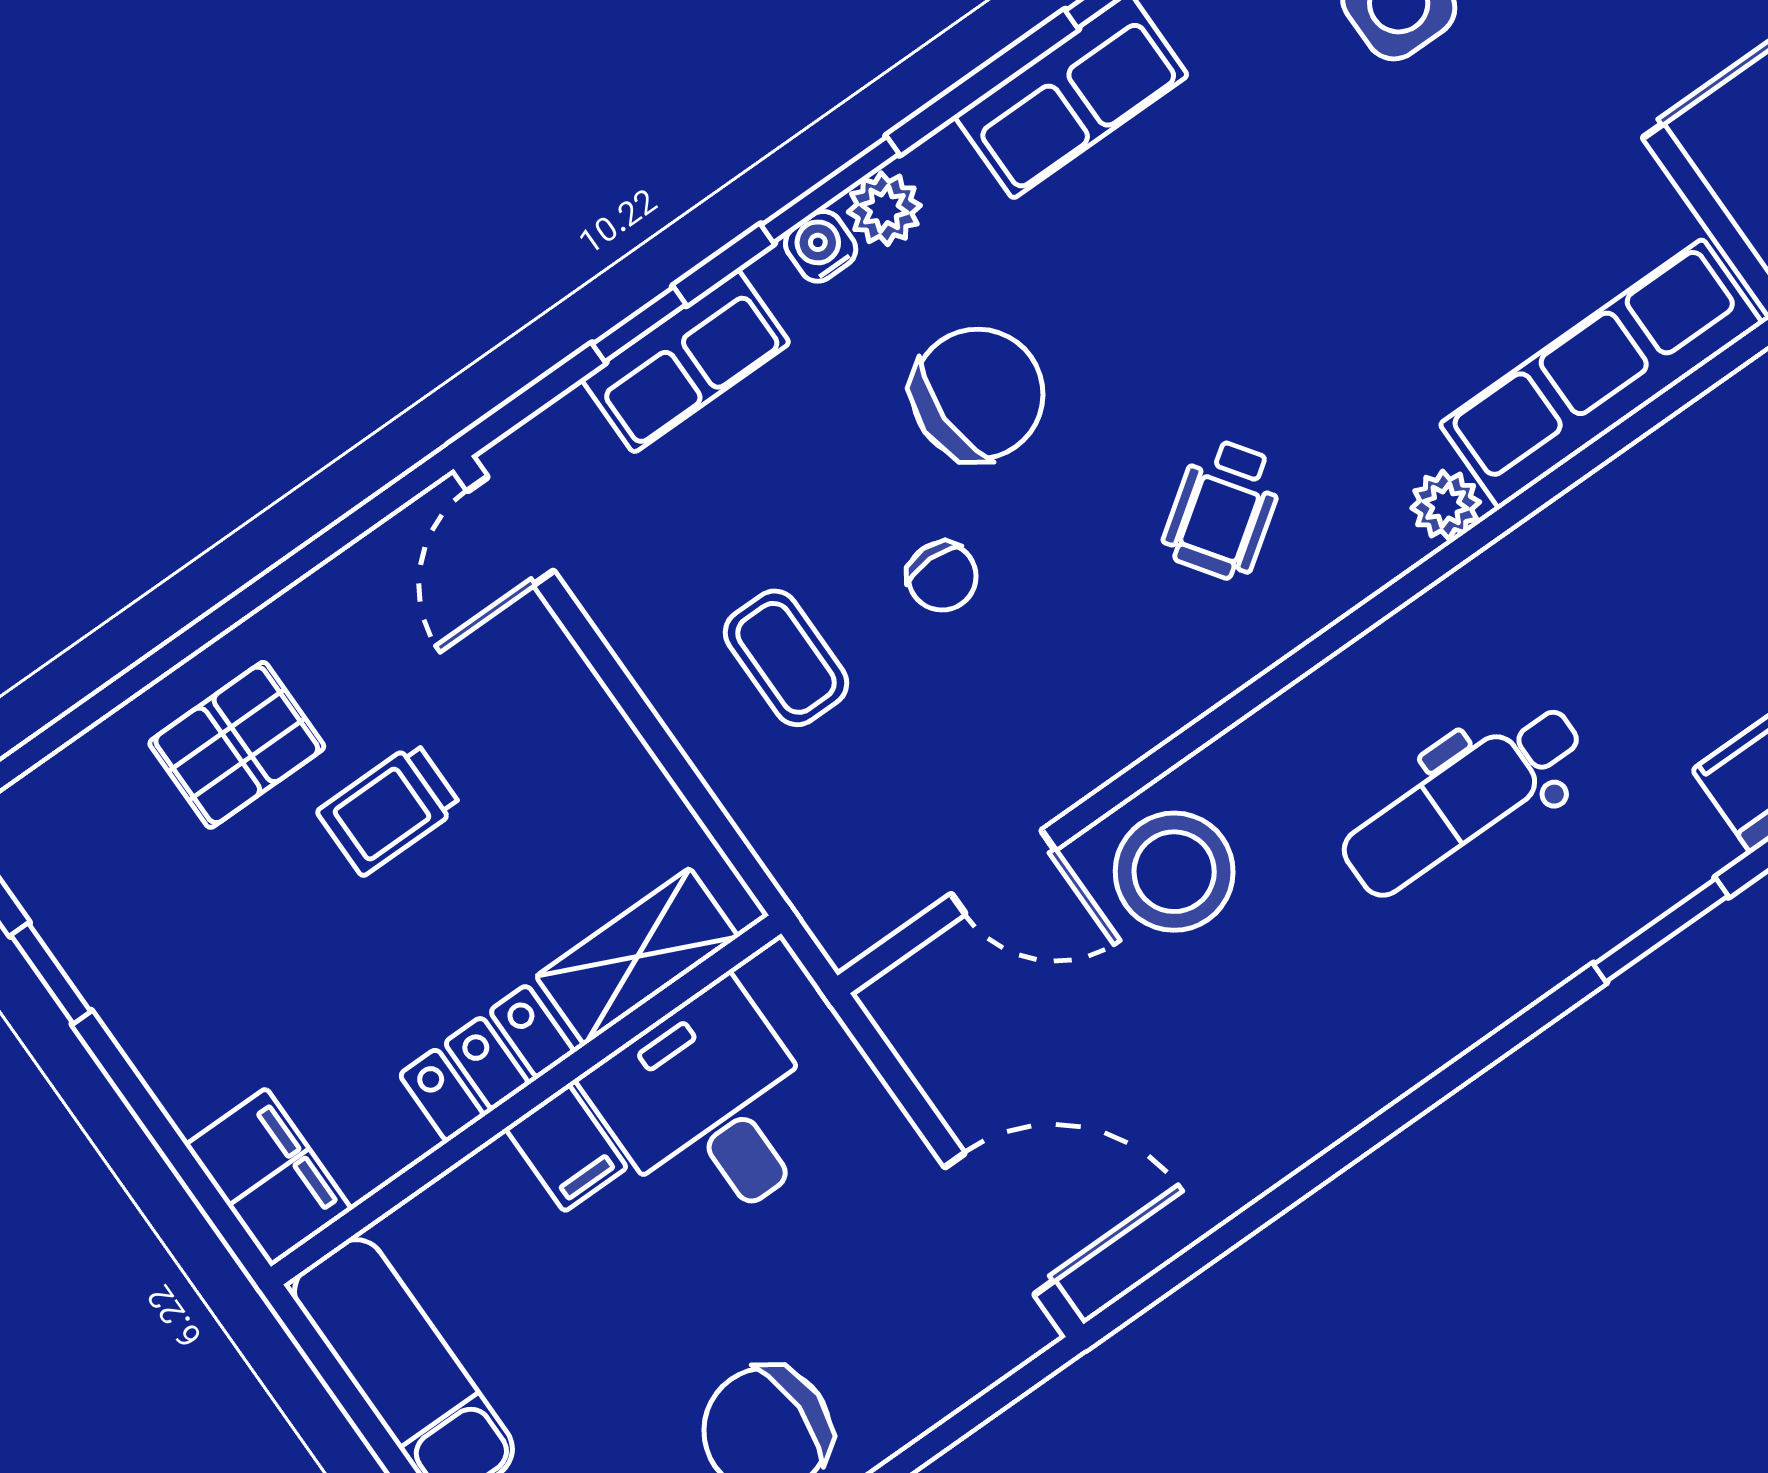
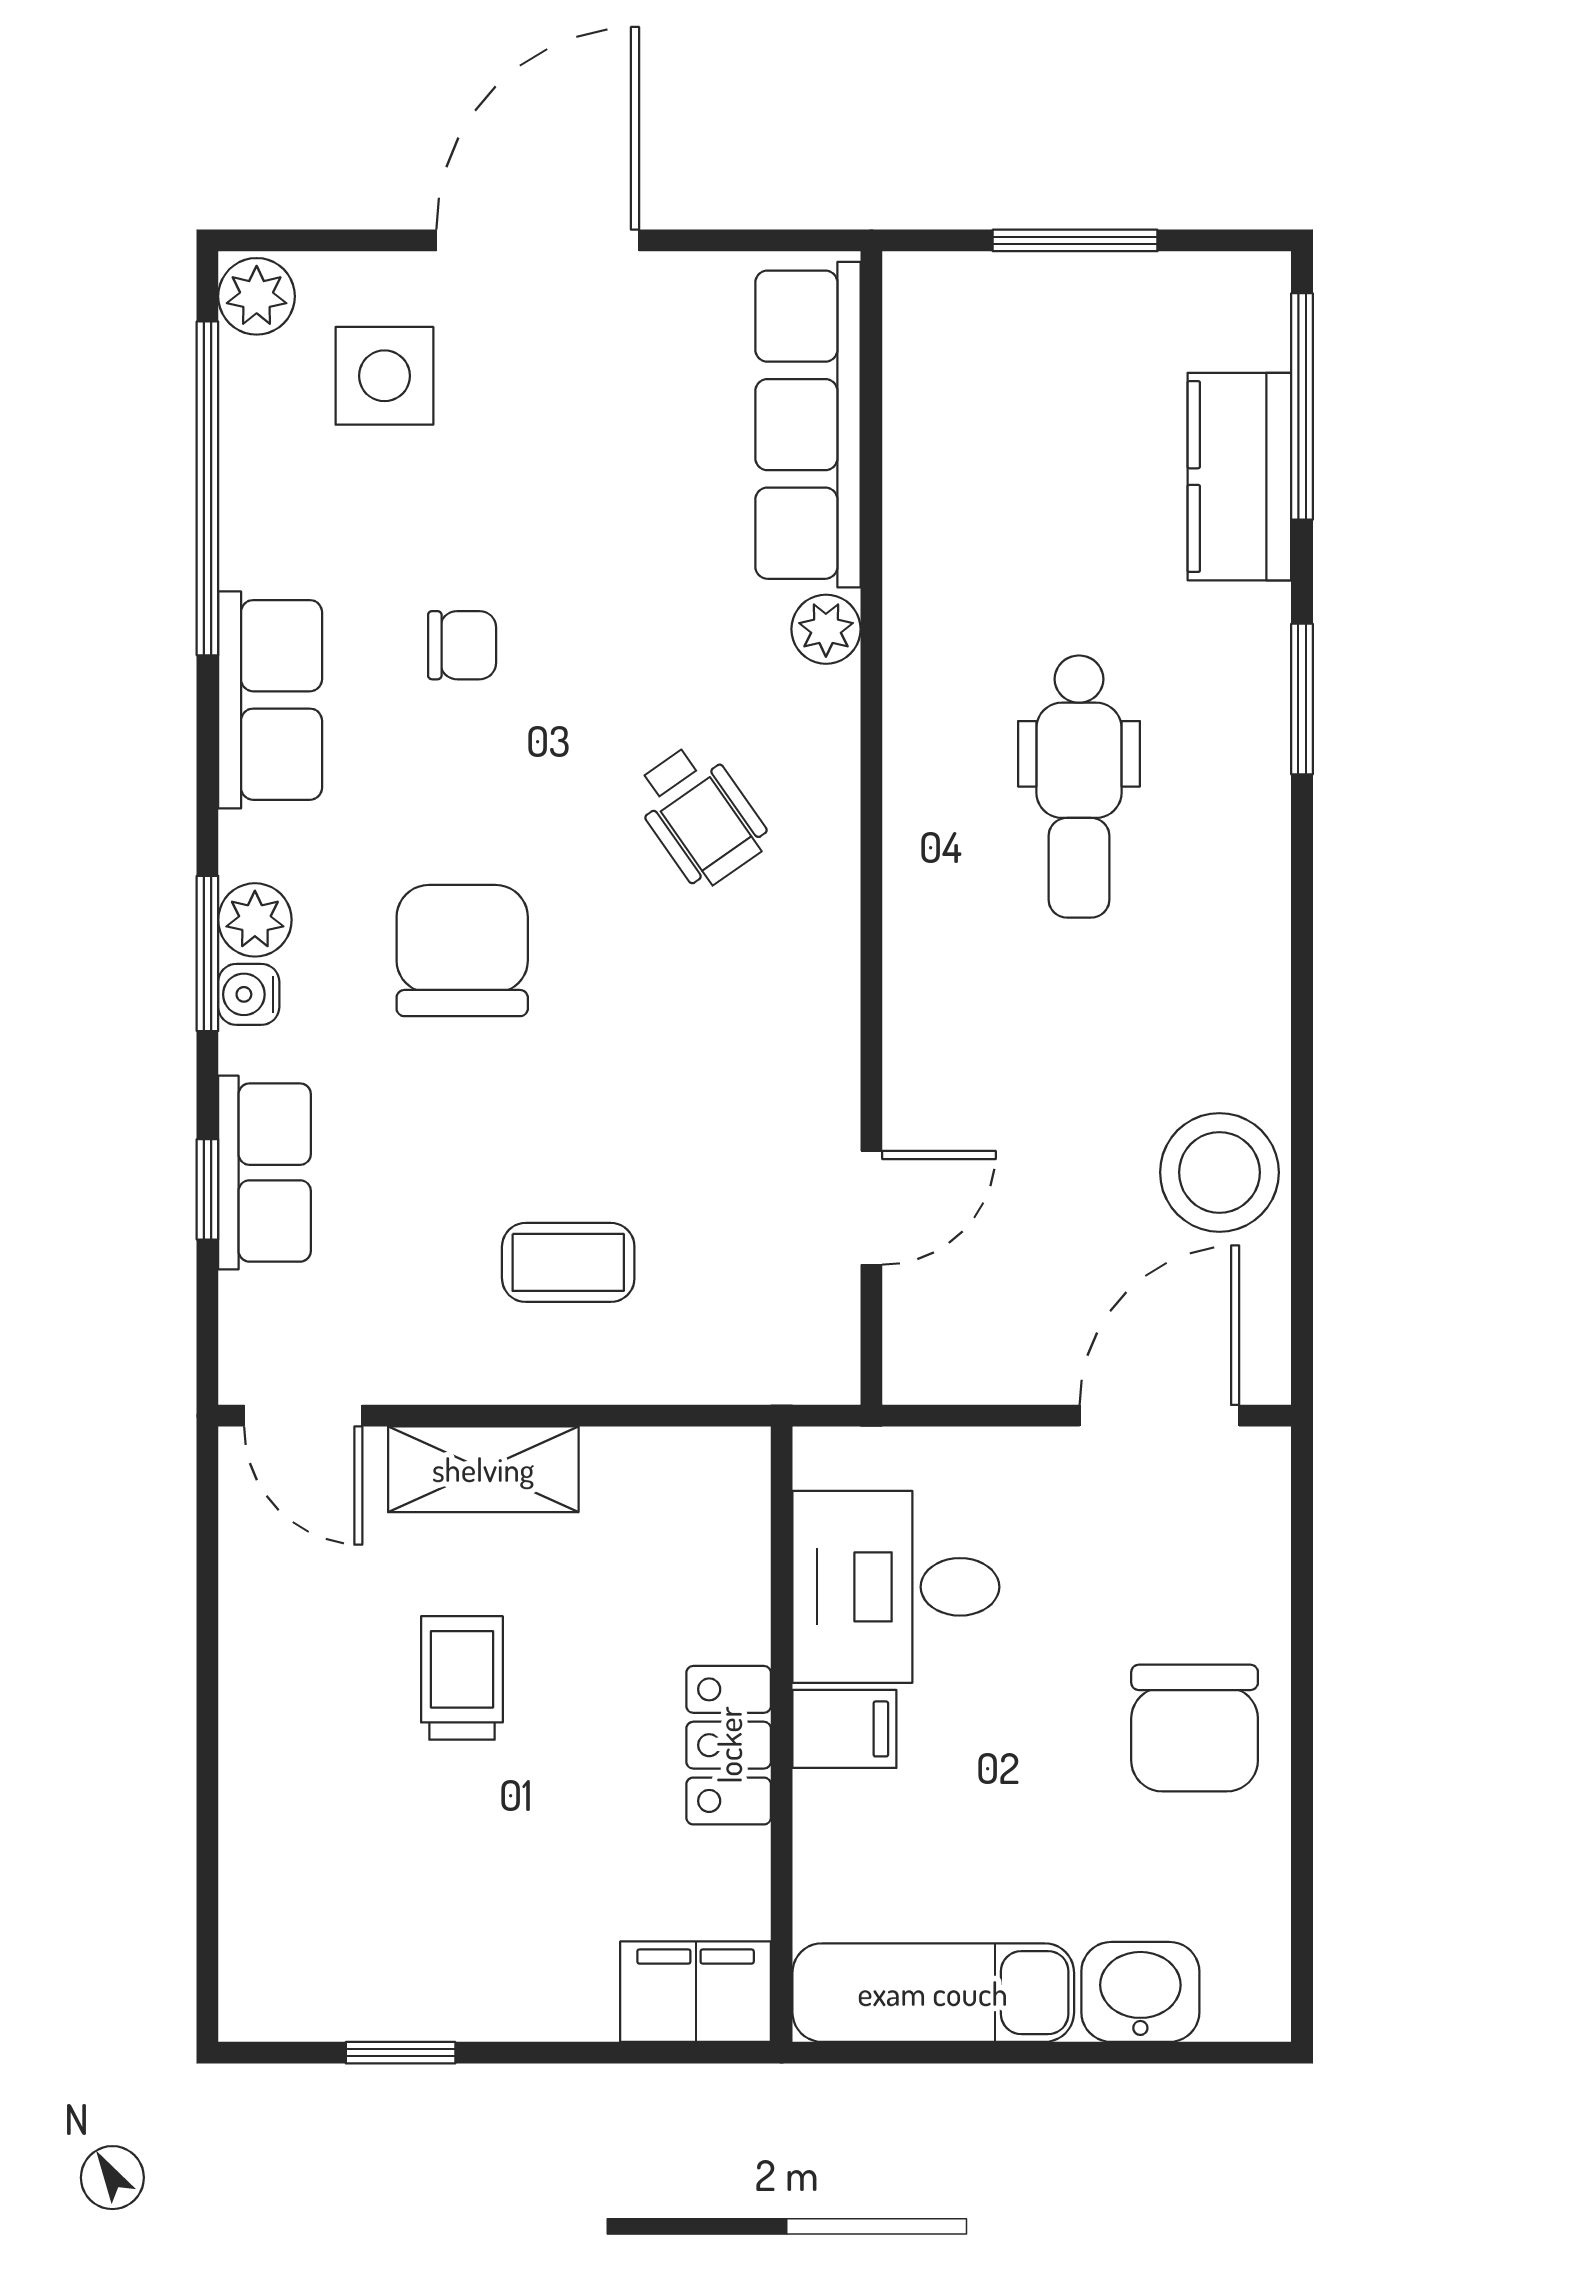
chair: (942, 576) -> (462, 645), moved
pallet: (237, 745) -> (320, 1766), removed
trolley: (389, 809) -> (462, 1678), turned 180
stool: (1174, 872) -> (1219, 1172), moved
shelving: (637, 957) -> (483, 1469), moved, turned 90

